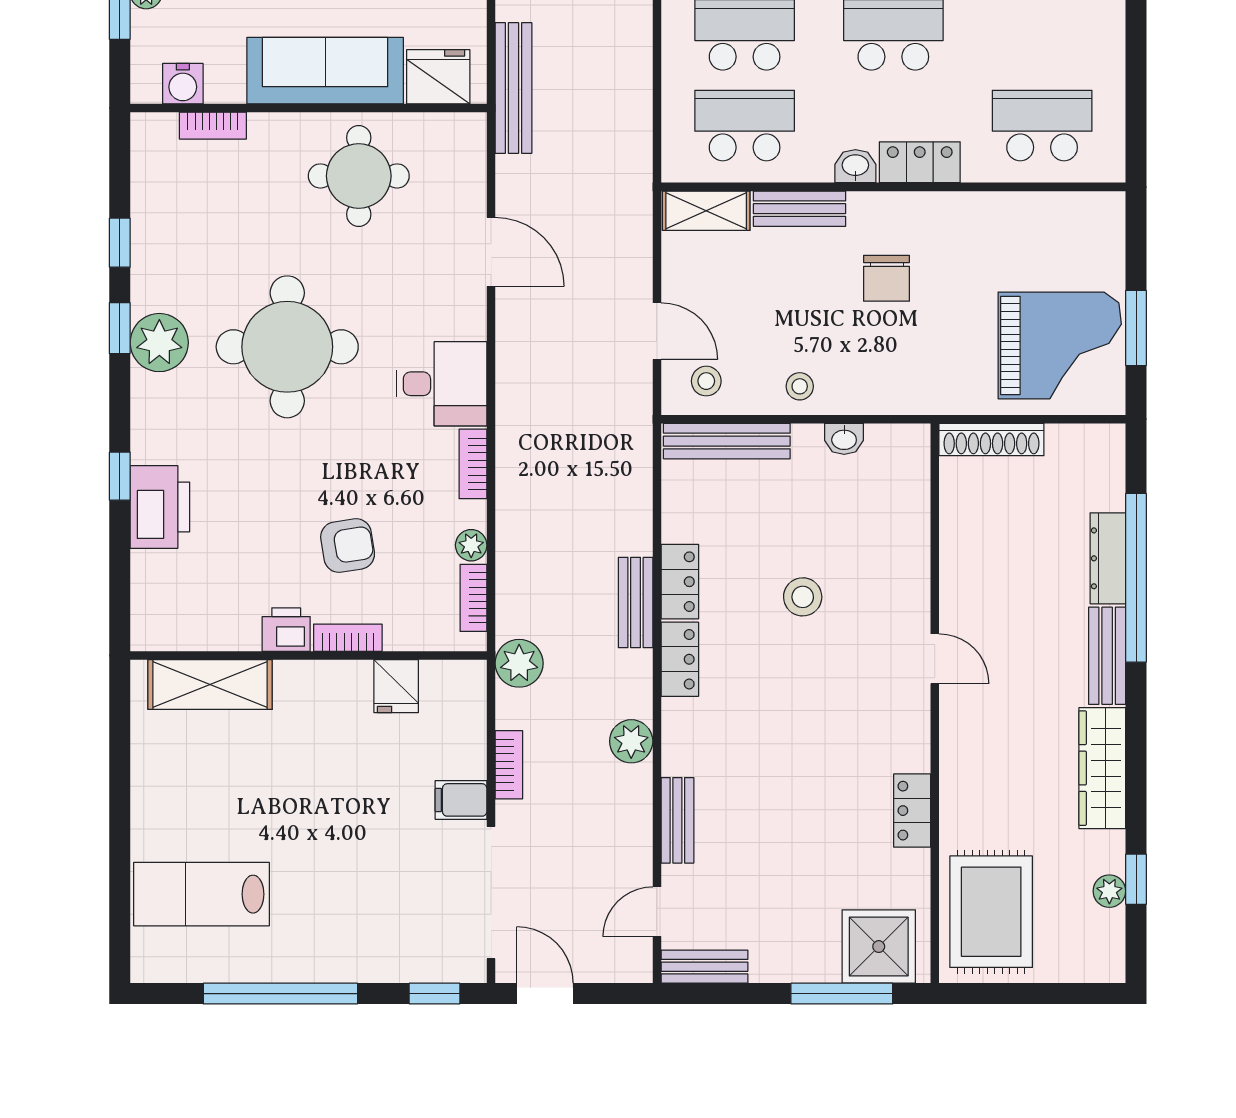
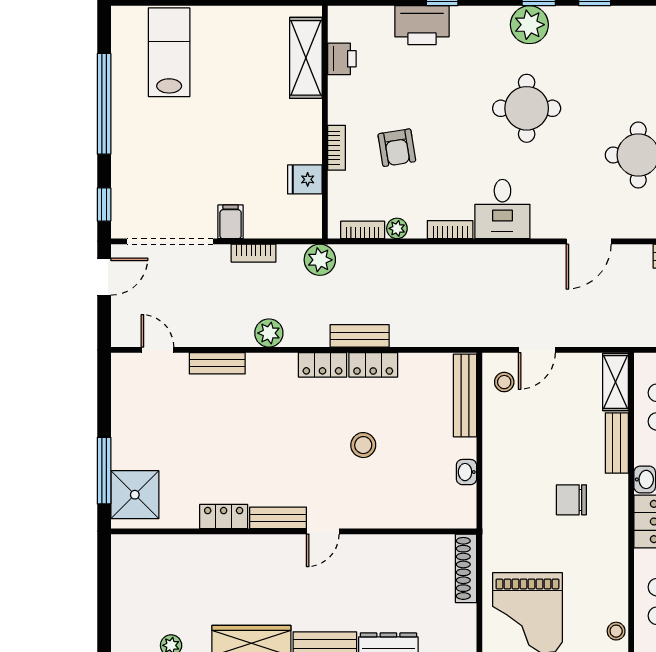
round table: (287, 347) -> (527, 108), width x0.73, depth x0.73
stool: (800, 386) -> (616, 631), moved
printer: (286, 630) -> (342, 59), moved
rug: (991, 912) -> (158, 568), removed
bench: (704, 967) -> (278, 518), moved, turned 90

